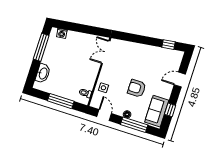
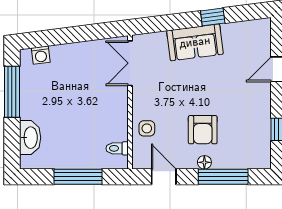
window: (168, 45) -> (213, 17), moved
armchair: (137, 88) -> (203, 130), moved, turned -90
sofa: (157, 111) -> (195, 42), moved, turned -97

